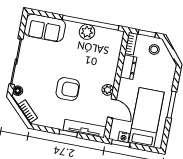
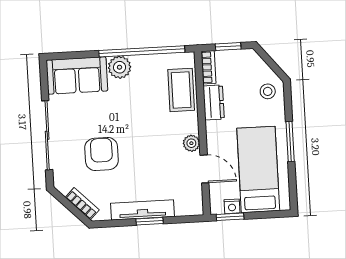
plant: (87, 32) -> (120, 67), moved
stool: (154, 49) -> (268, 91), moved
coffee table: (110, 54) -> (181, 90), added
armchair: (68, 89) -> (102, 154), moved, turned -90
floor lamp: (18, 91) -> (60, 177), removed
tv unit: (85, 129) -> (142, 210), moved

